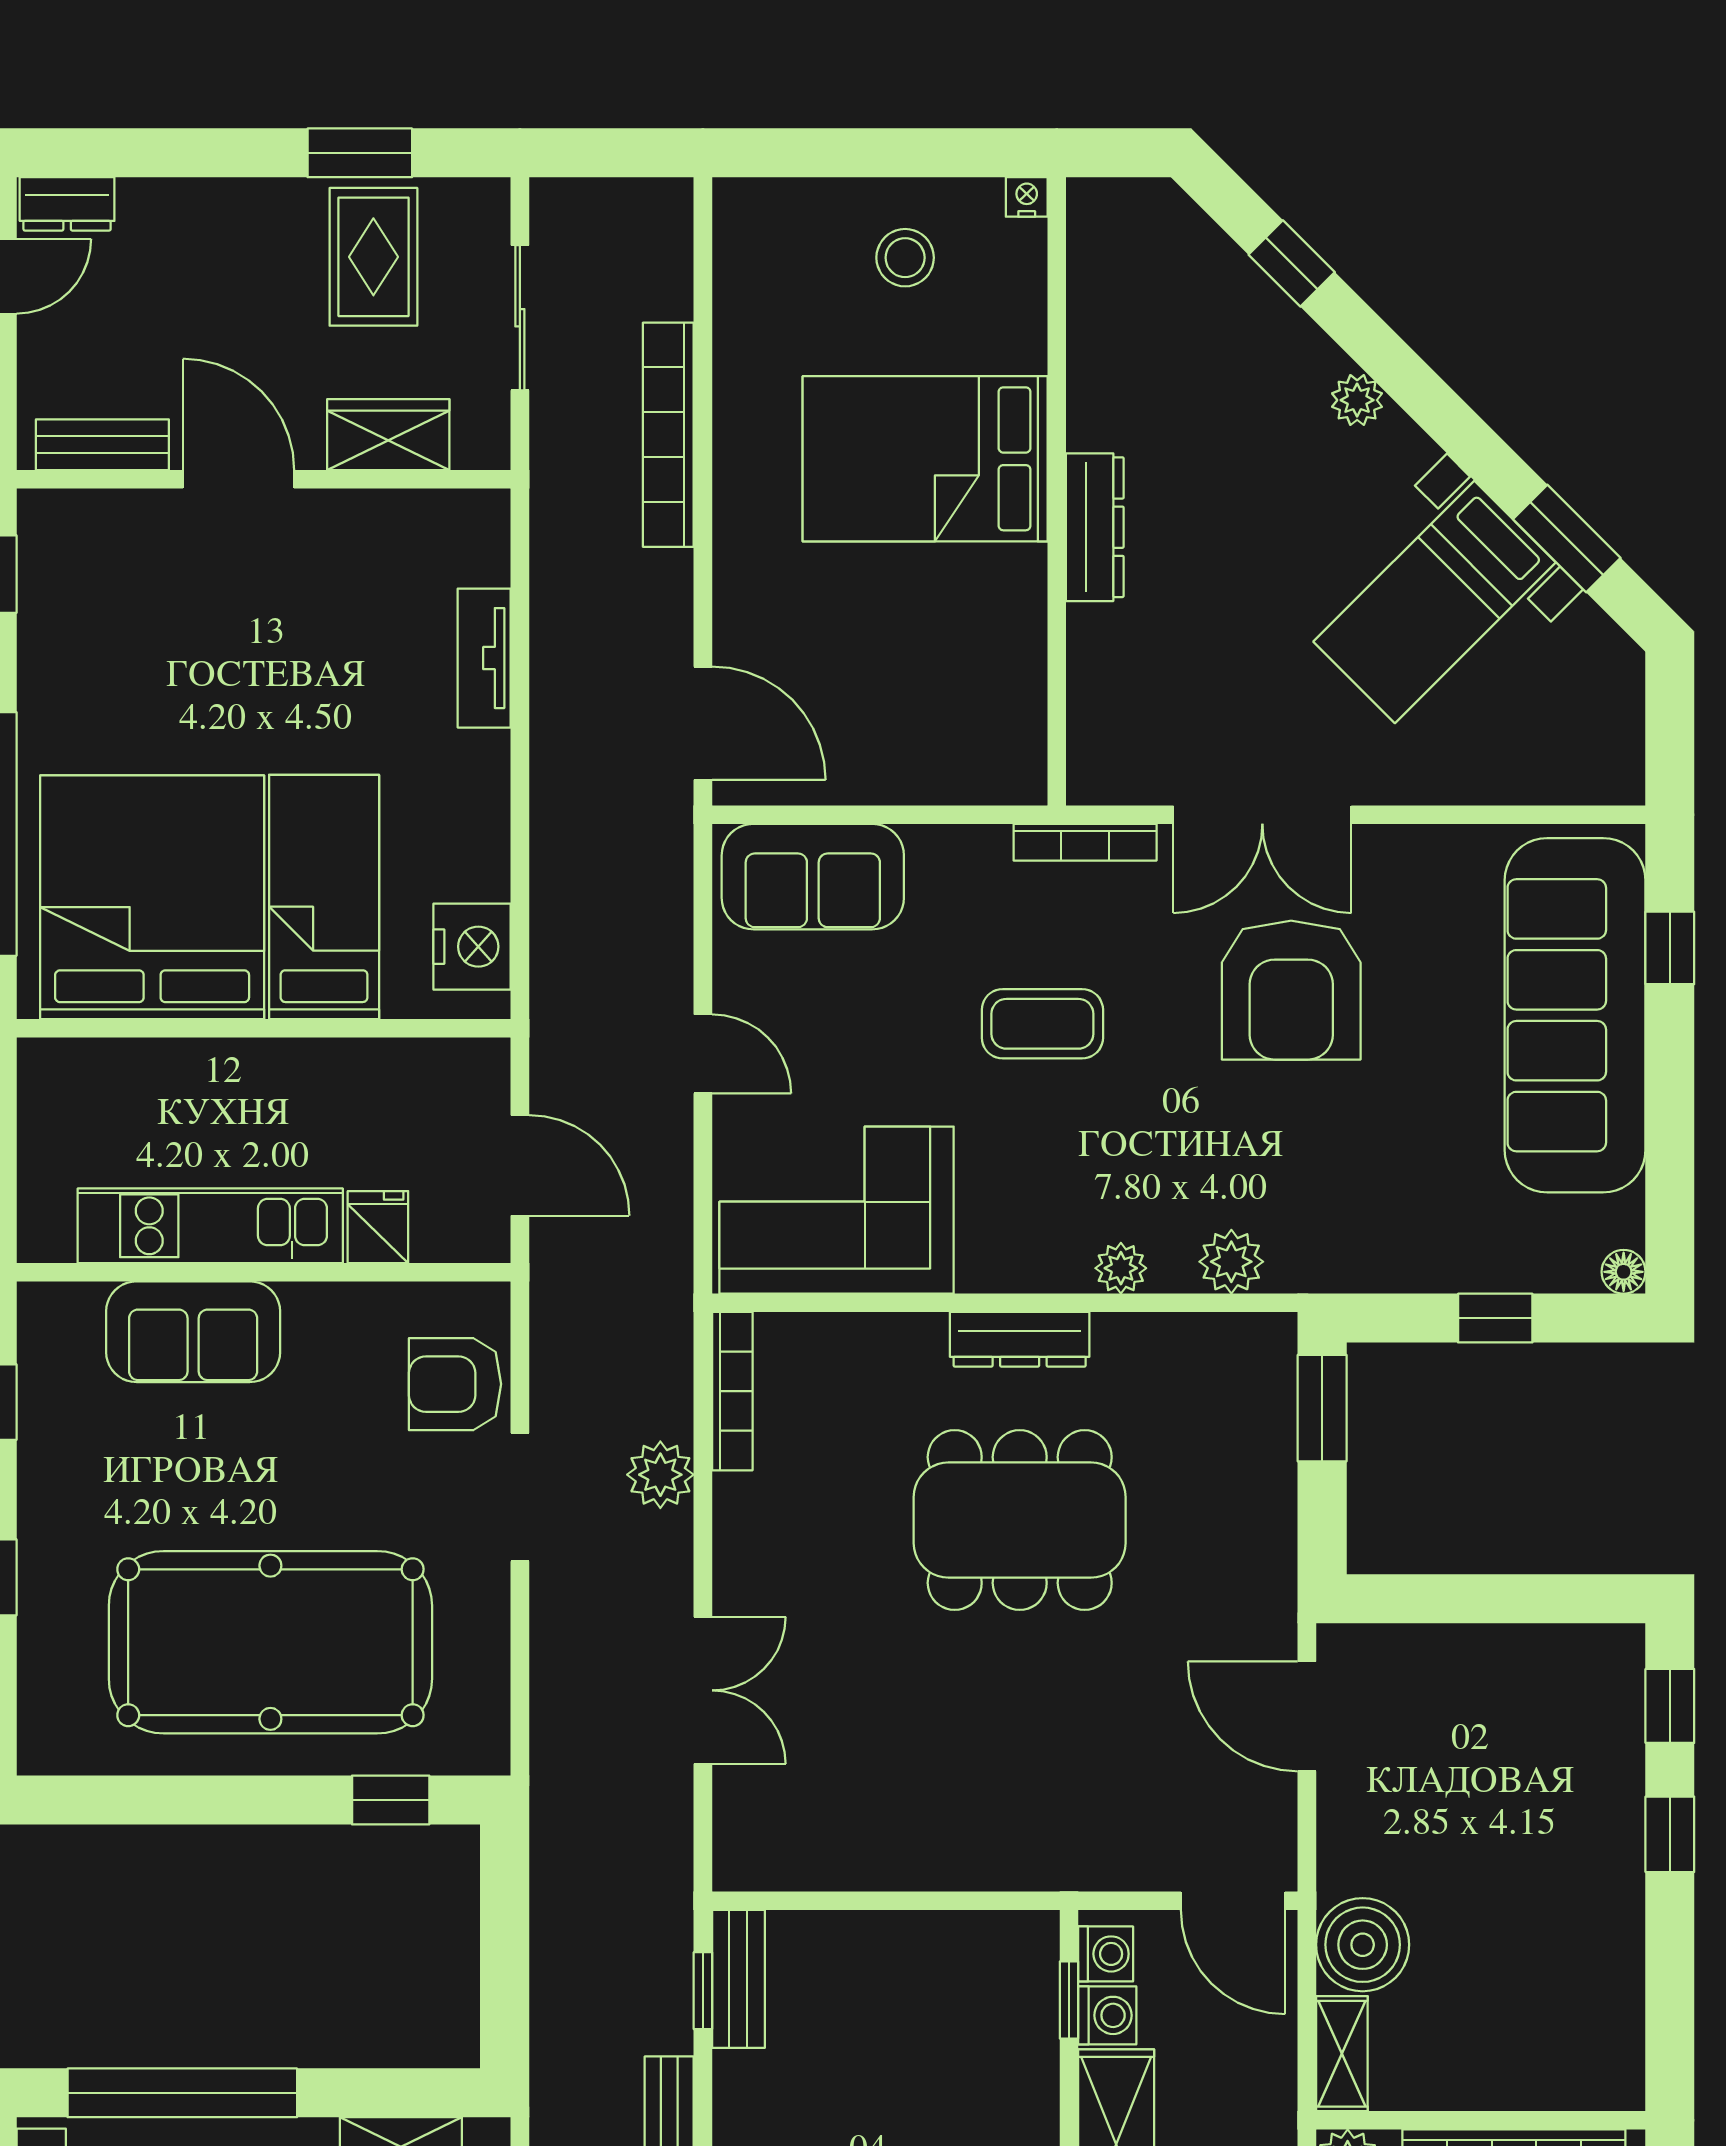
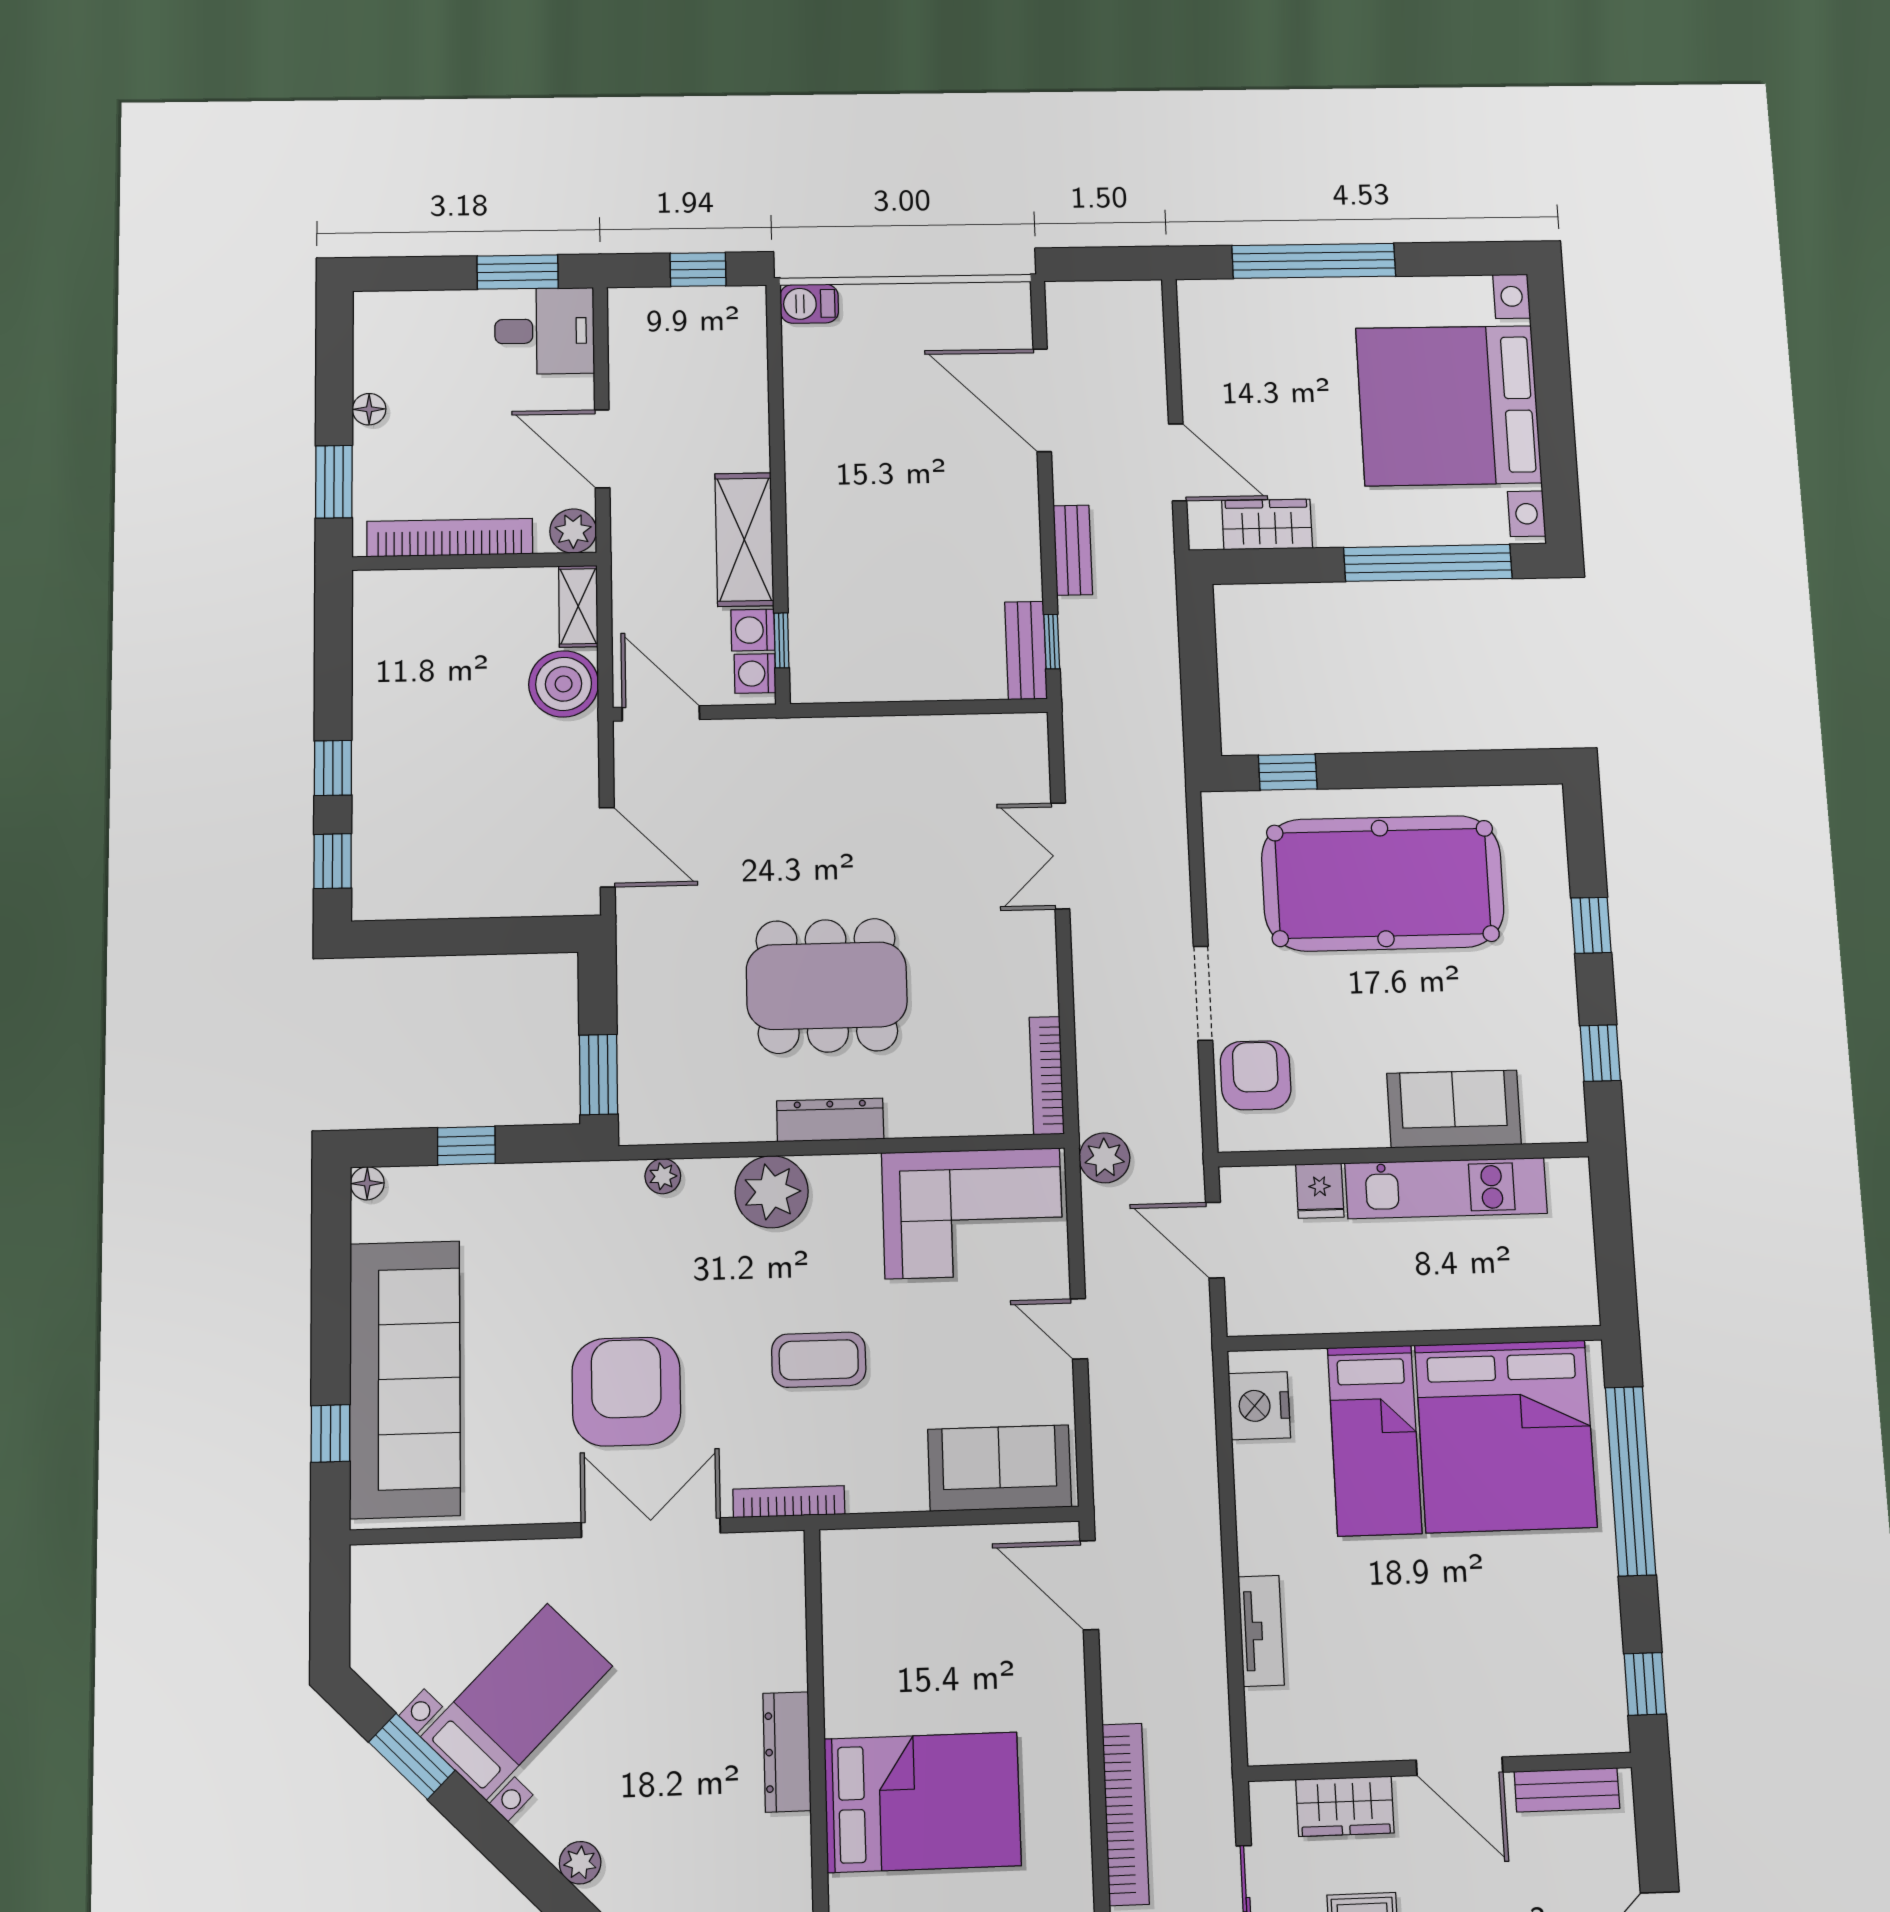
plant: (1231, 1262) -> (663, 1176), width x0.73, depth x0.73
plant: (1121, 1268) -> (772, 1192), width x1.87, depth x1.87
armchair: (455, 1384) -> (1256, 1075), turned -90
plant: (660, 1475) -> (1104, 1158), moved

